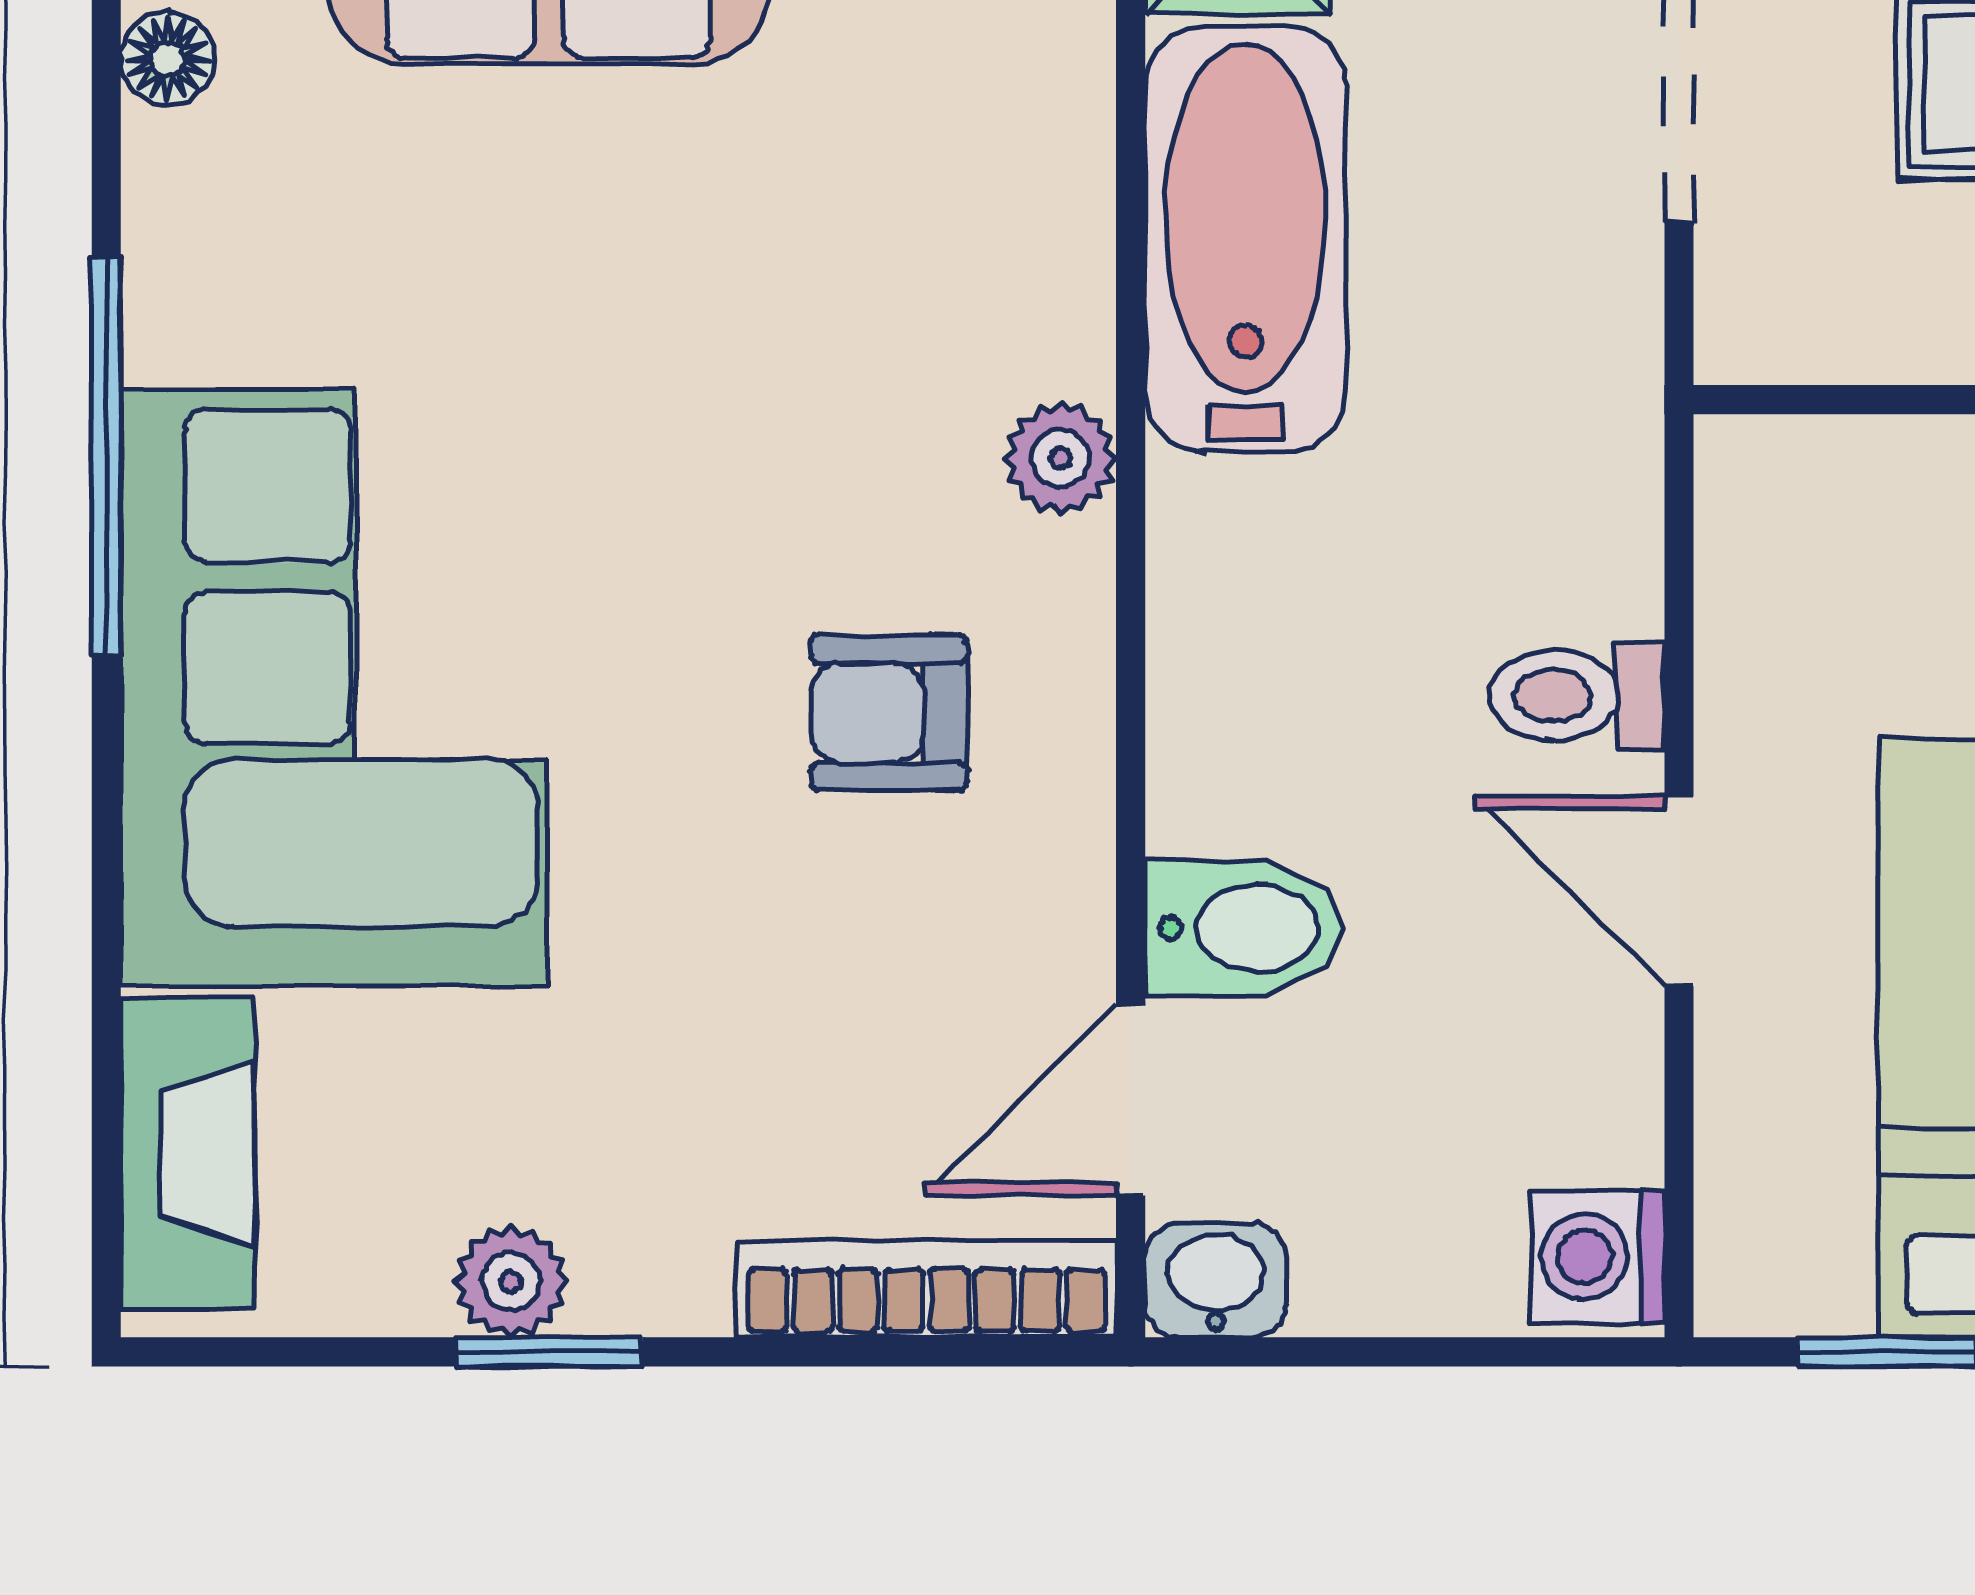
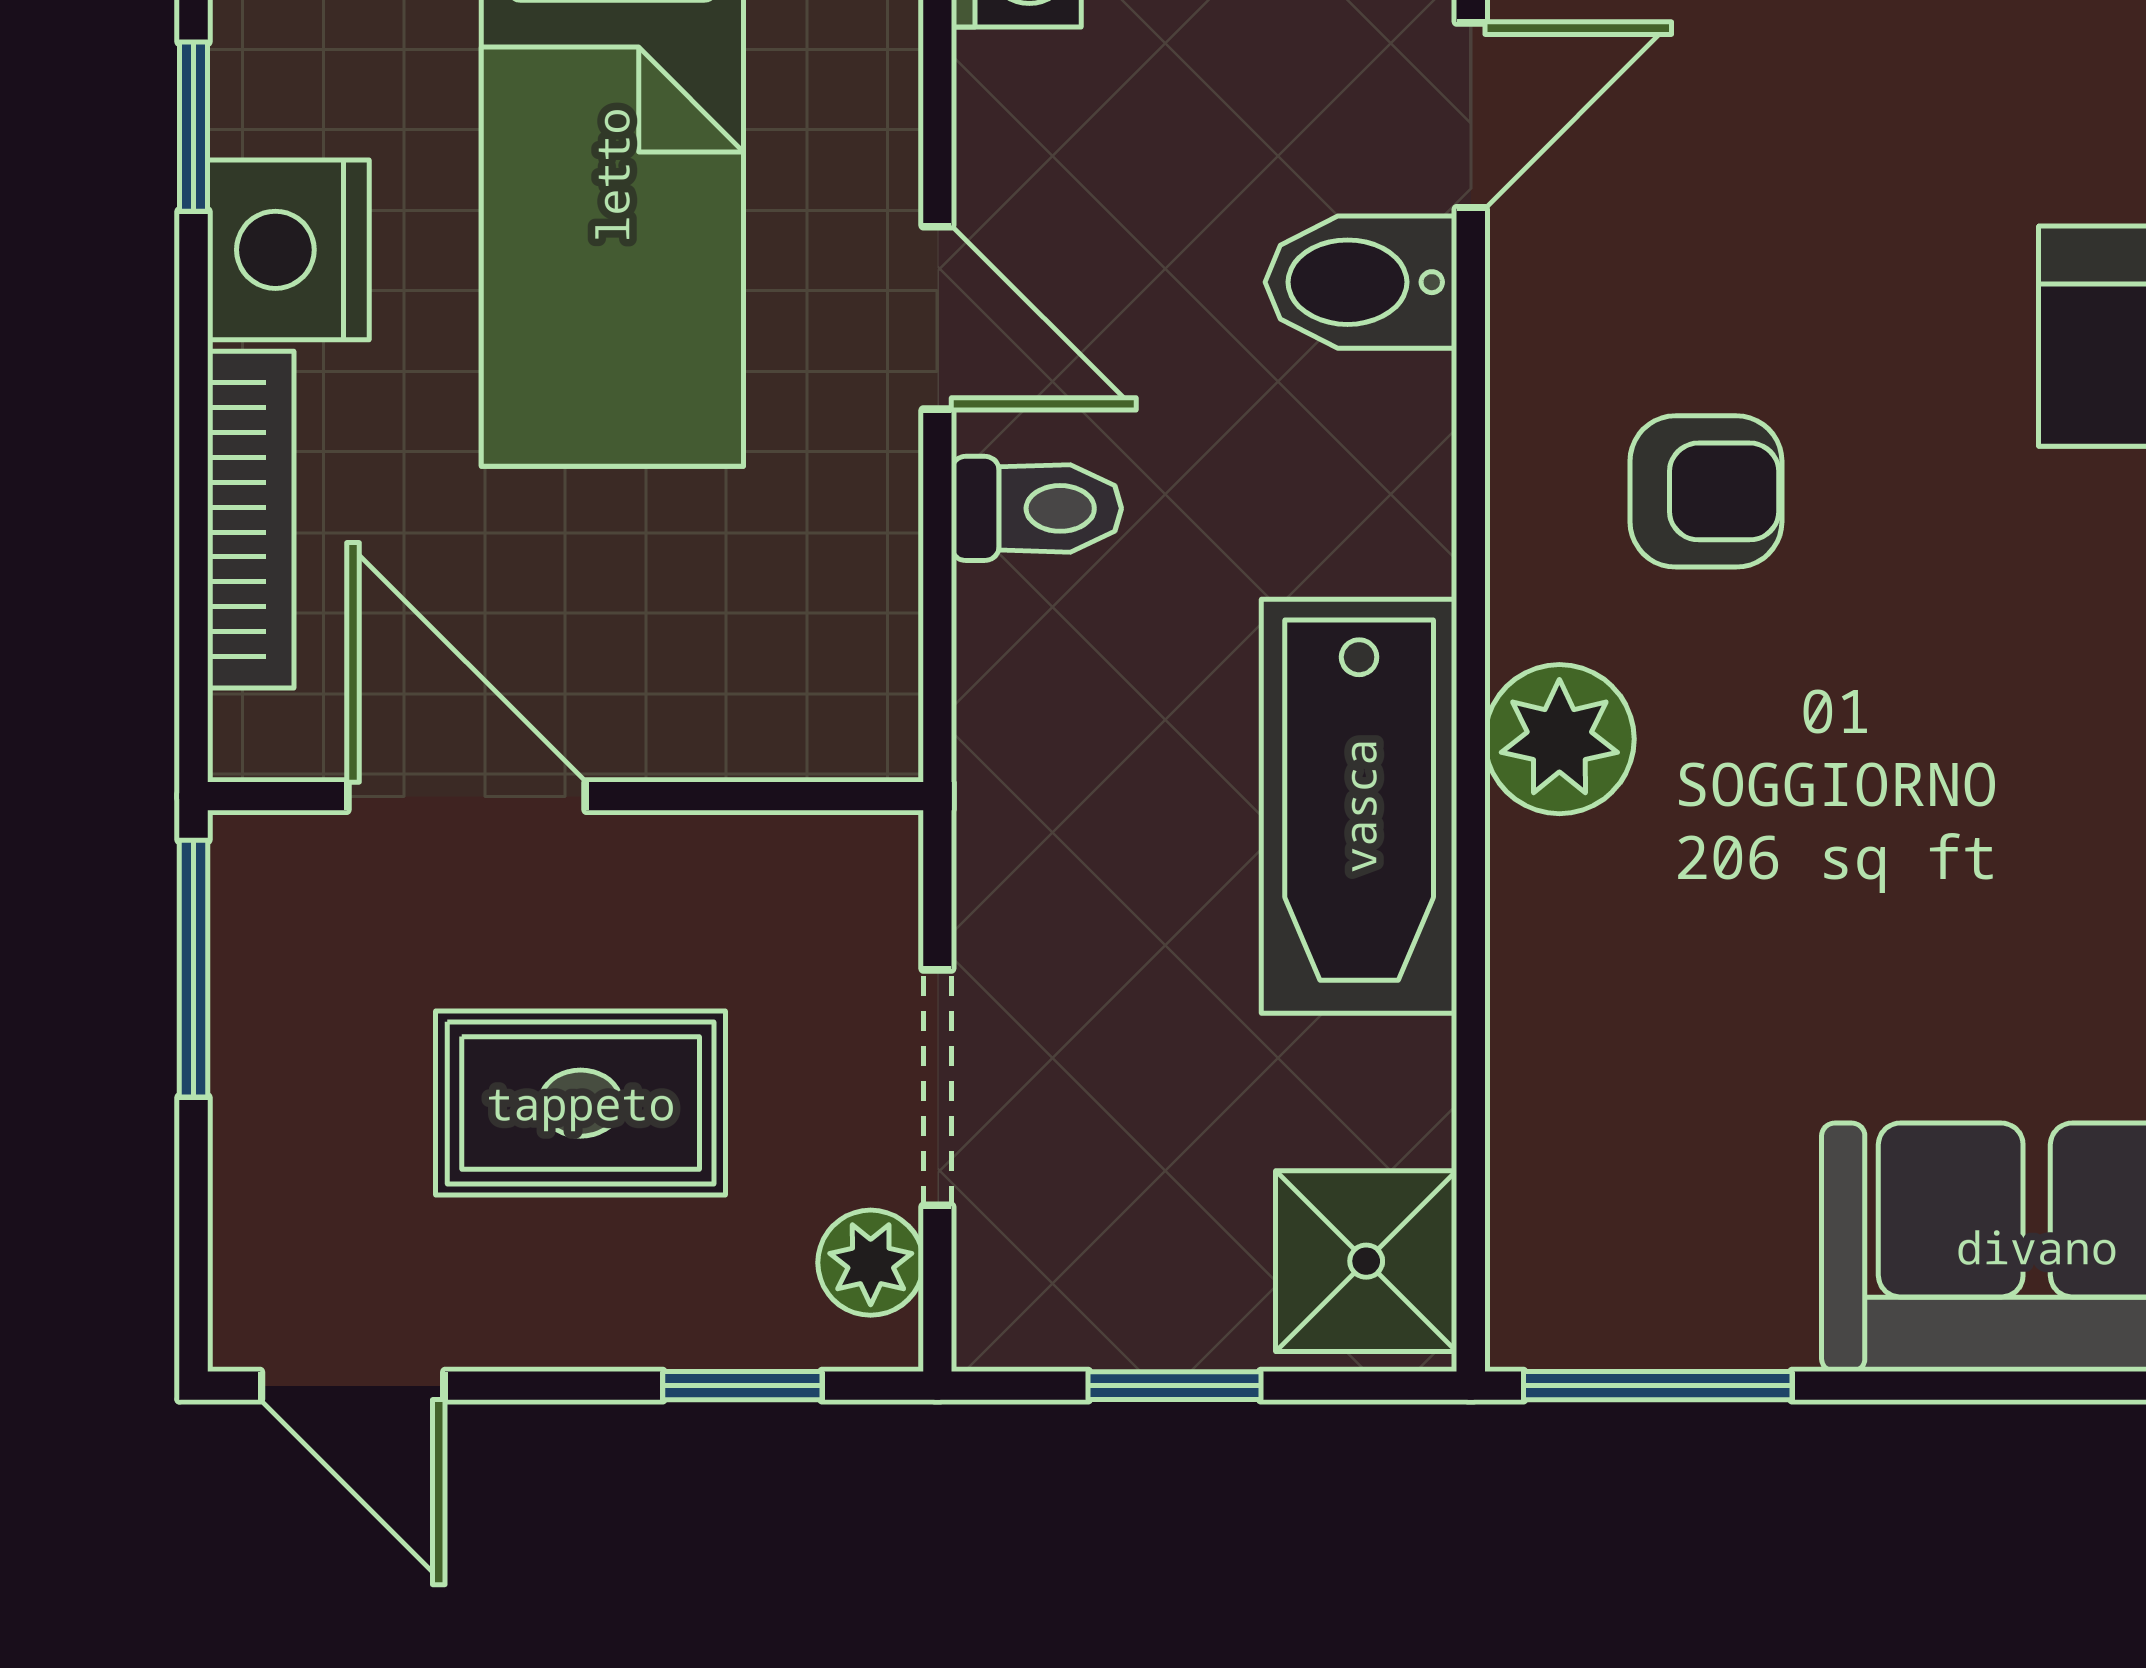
bathtub: (1245, 239) -> (1359, 806), moved
plant: (1060, 458) -> (1559, 739), width x1.38, depth x1.38

